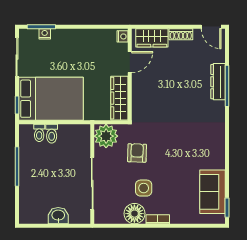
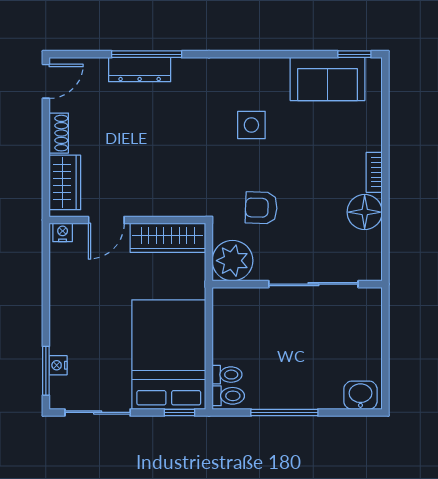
door: (130, 62) -> (106, 220), swing flipped
toilet: (52, 134) -> (228, 396), moved
side table: (144, 188) -> (251, 125), moved
washbasin: (58, 216) -> (360, 395), moved, turned 90

